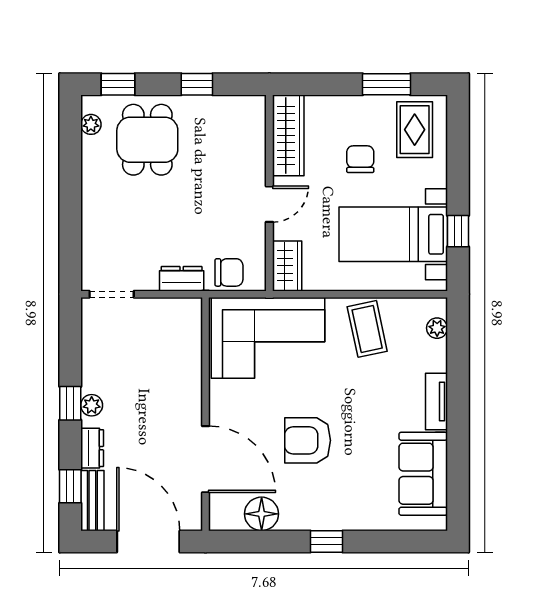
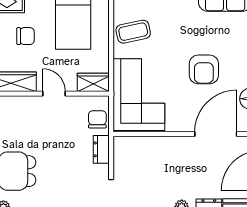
chair: (360, 159) -> (25, 36), turned 180

